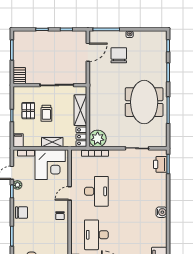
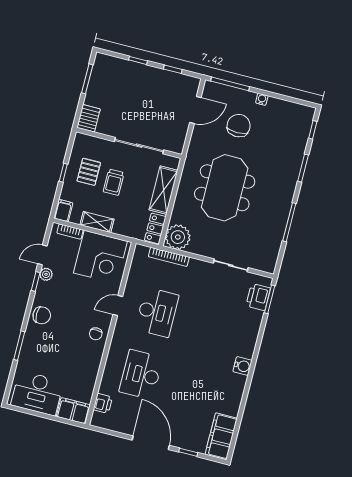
meeting table: (144, 102) -> (225, 188), moved
shelving: (52, 142) -> (97, 222), moved

